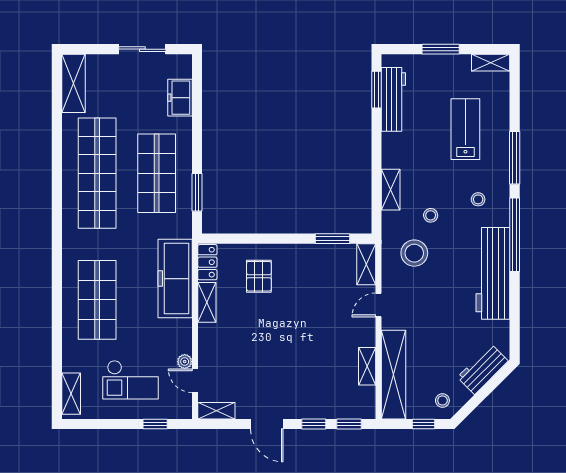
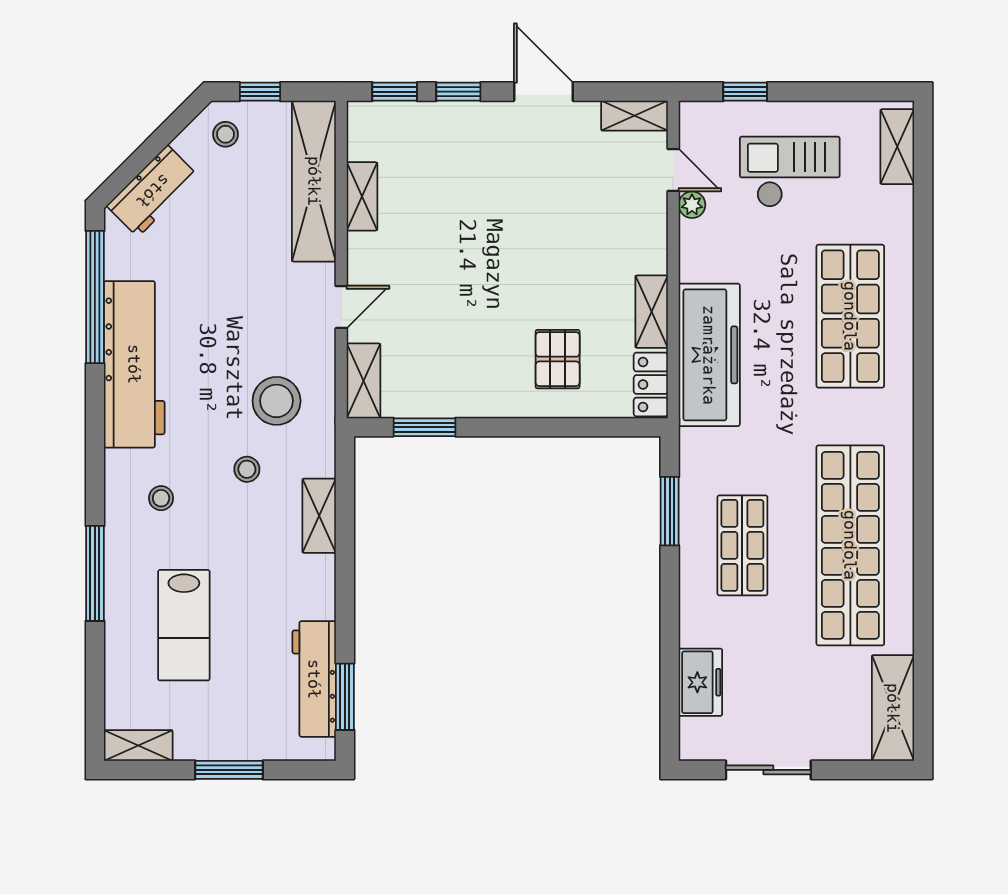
shop shelf: (157, 173) -> (742, 545), width x0.70, depth x0.74
window: (515, 235) -> (95, 297), moved

